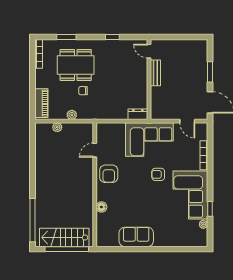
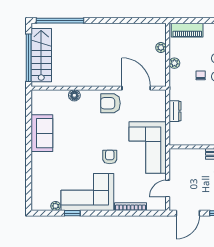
dresser: (138, 114) -> (175, 111), moved
door: (95, 150) -> (136, 88), width x1.87

